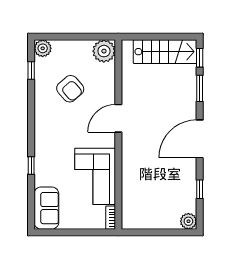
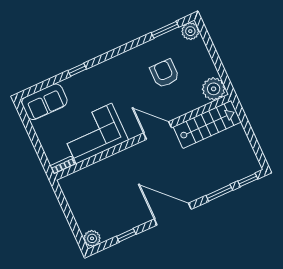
stairs: (165, 52) -> (207, 124), moved, turned -90
window: (31, 70) -> (165, 30), width x1.50
armchair: (70, 89) -> (165, 74), turned 131

